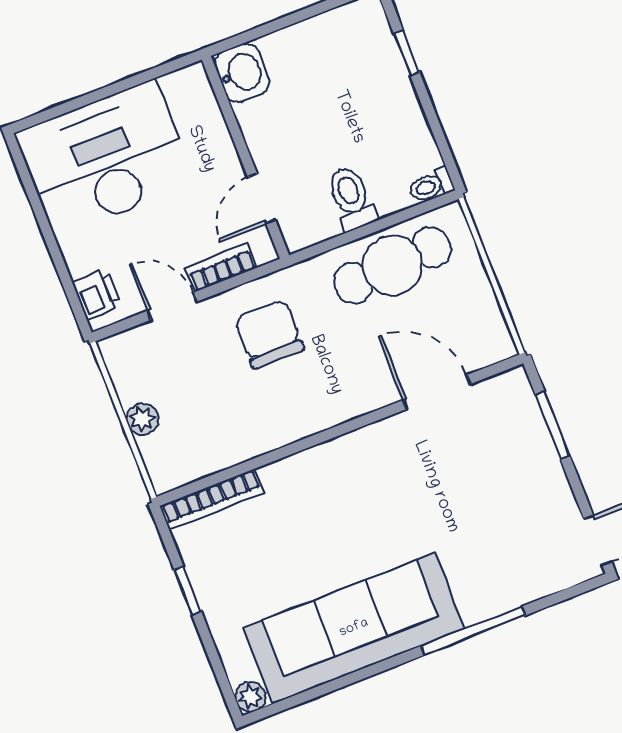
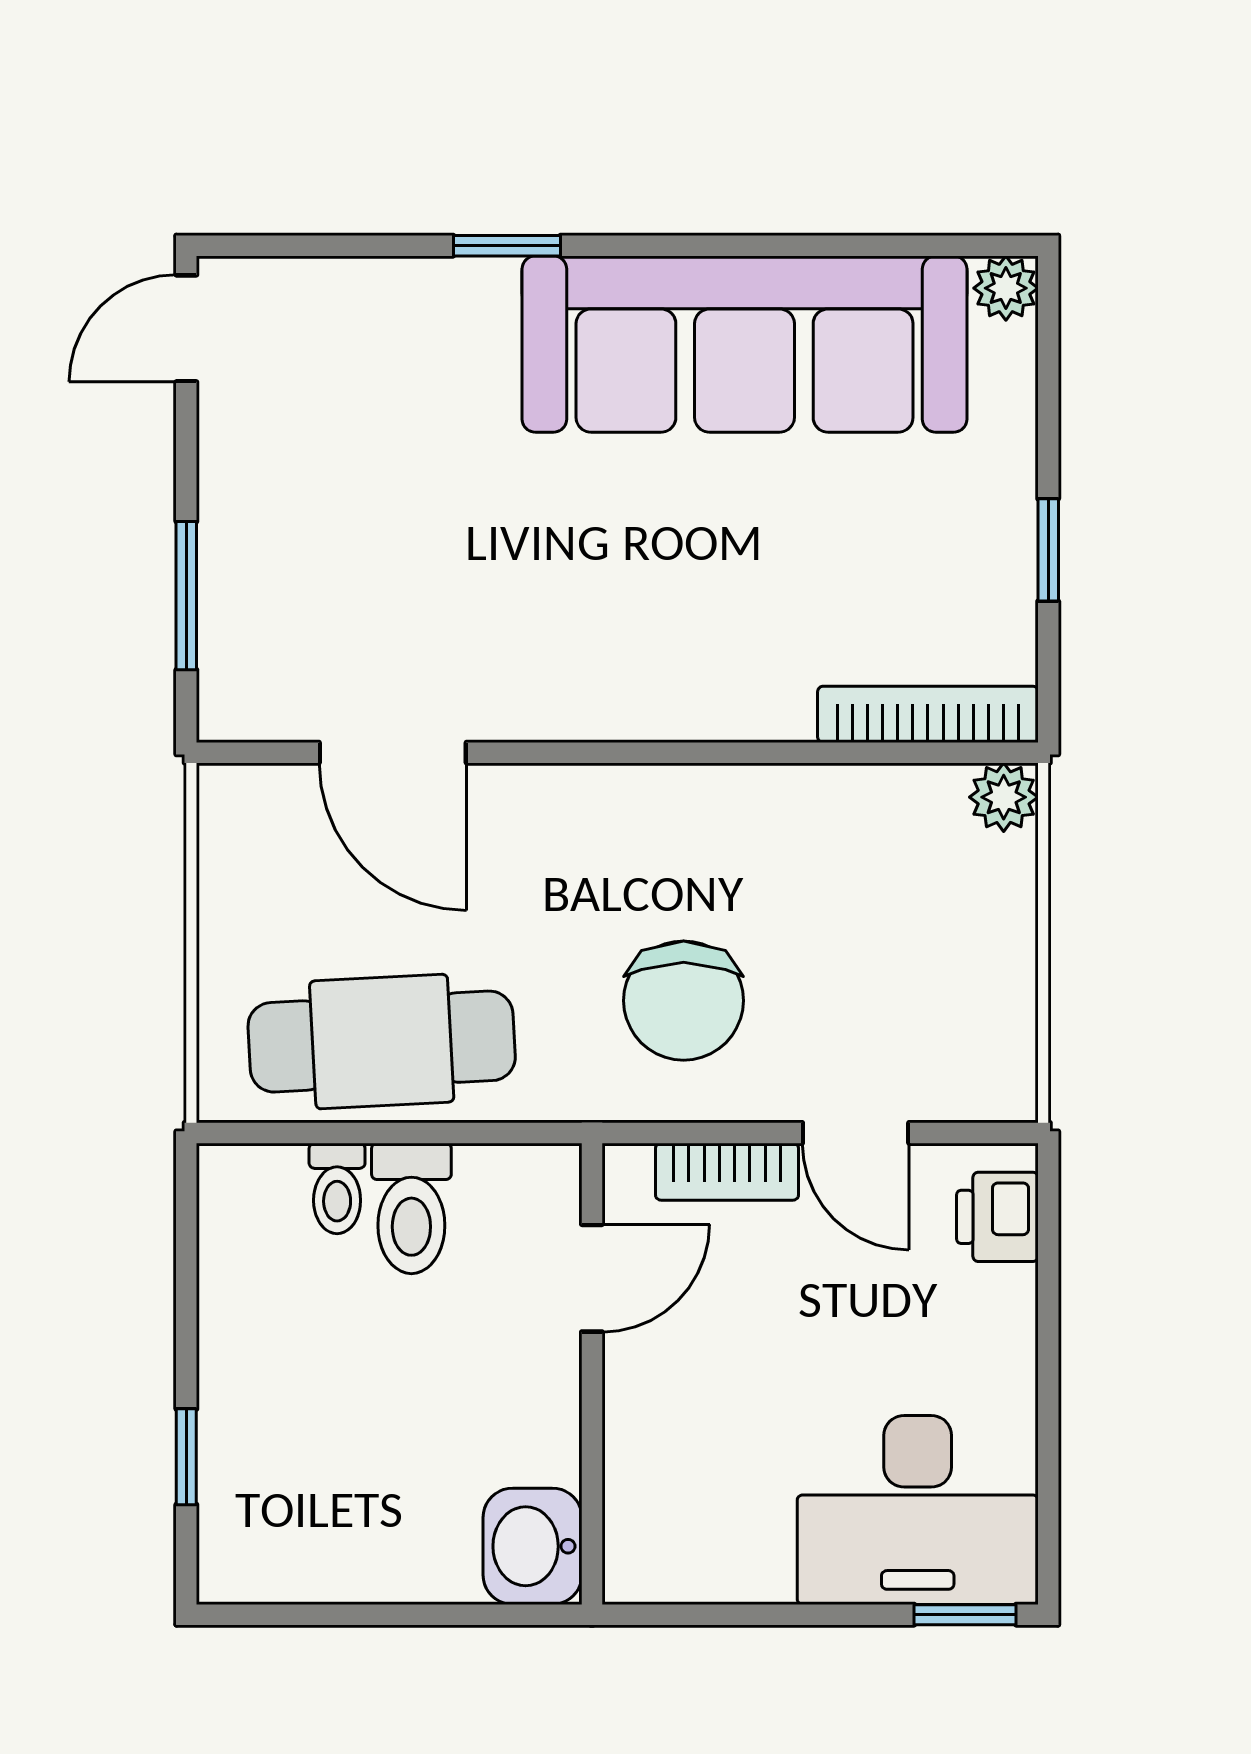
window: (43, 116) -> (965, 1615), added
desk: (105, 159) -> (918, 1510), width x0.73, depth x0.77
toilet: (431, 186) -> (337, 1188), moved, turned 90
plant: (143, 419) -> (1004, 797), moved
window: (473, 631) -> (507, 246), width x0.46

